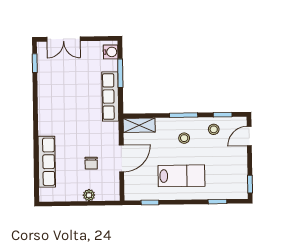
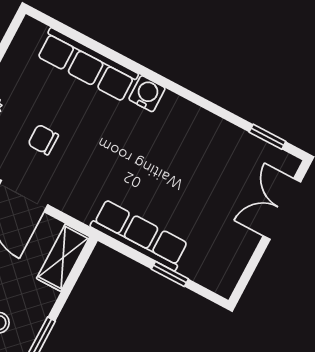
water cooler: (111, 52) -> (147, 94), moved, turned 180
window: (120, 73) -> (170, 274), width x0.67

